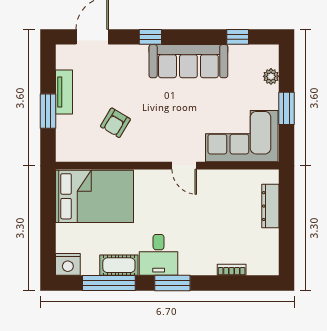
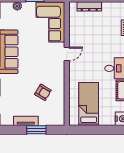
bed: (94, 196) -> (89, 104), width x0.67

